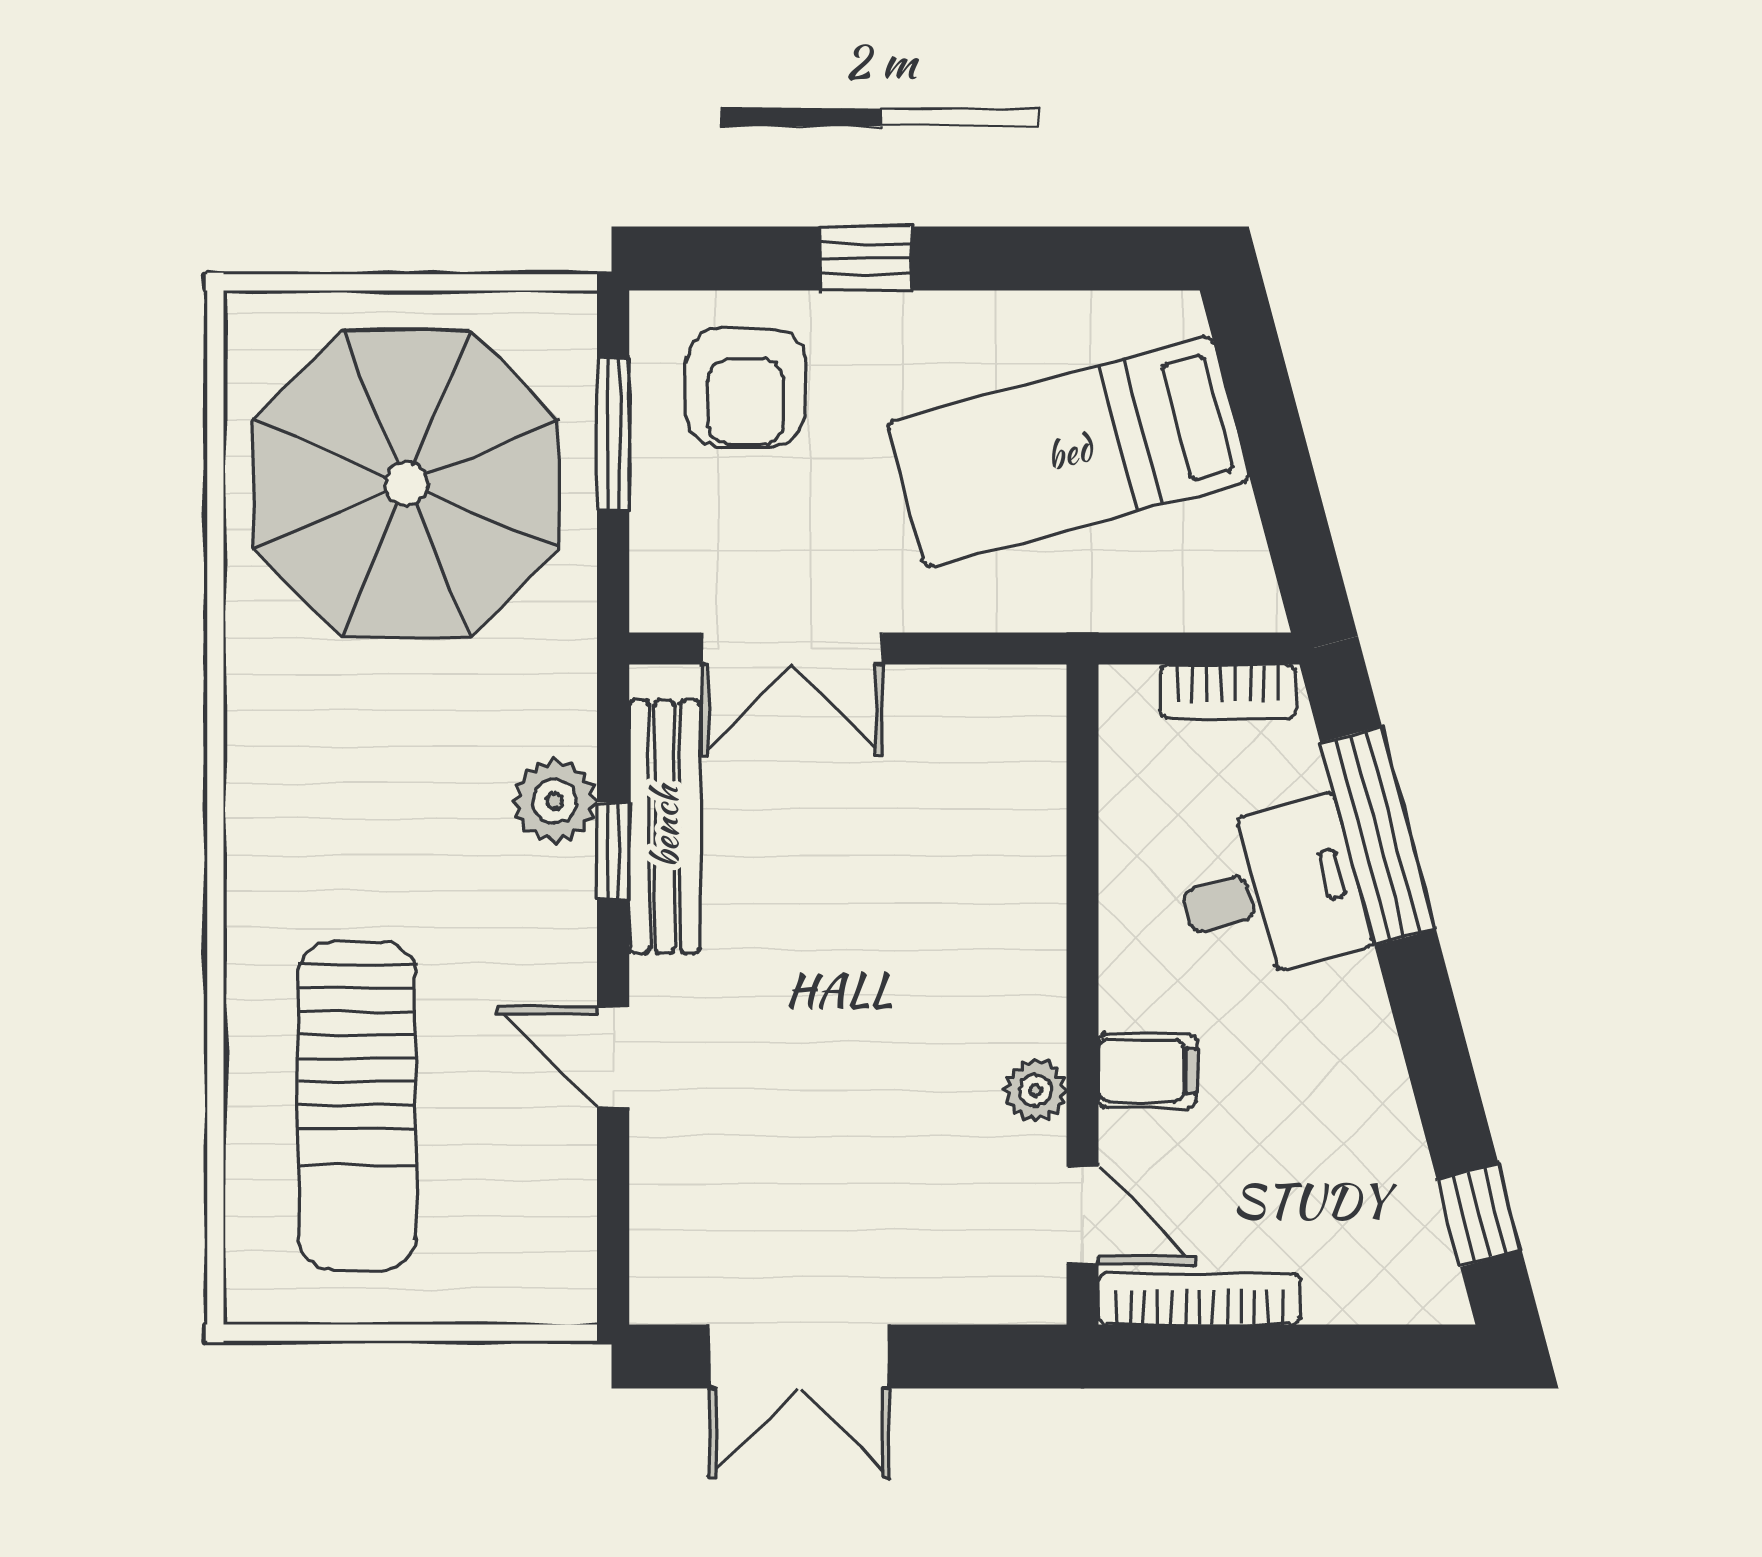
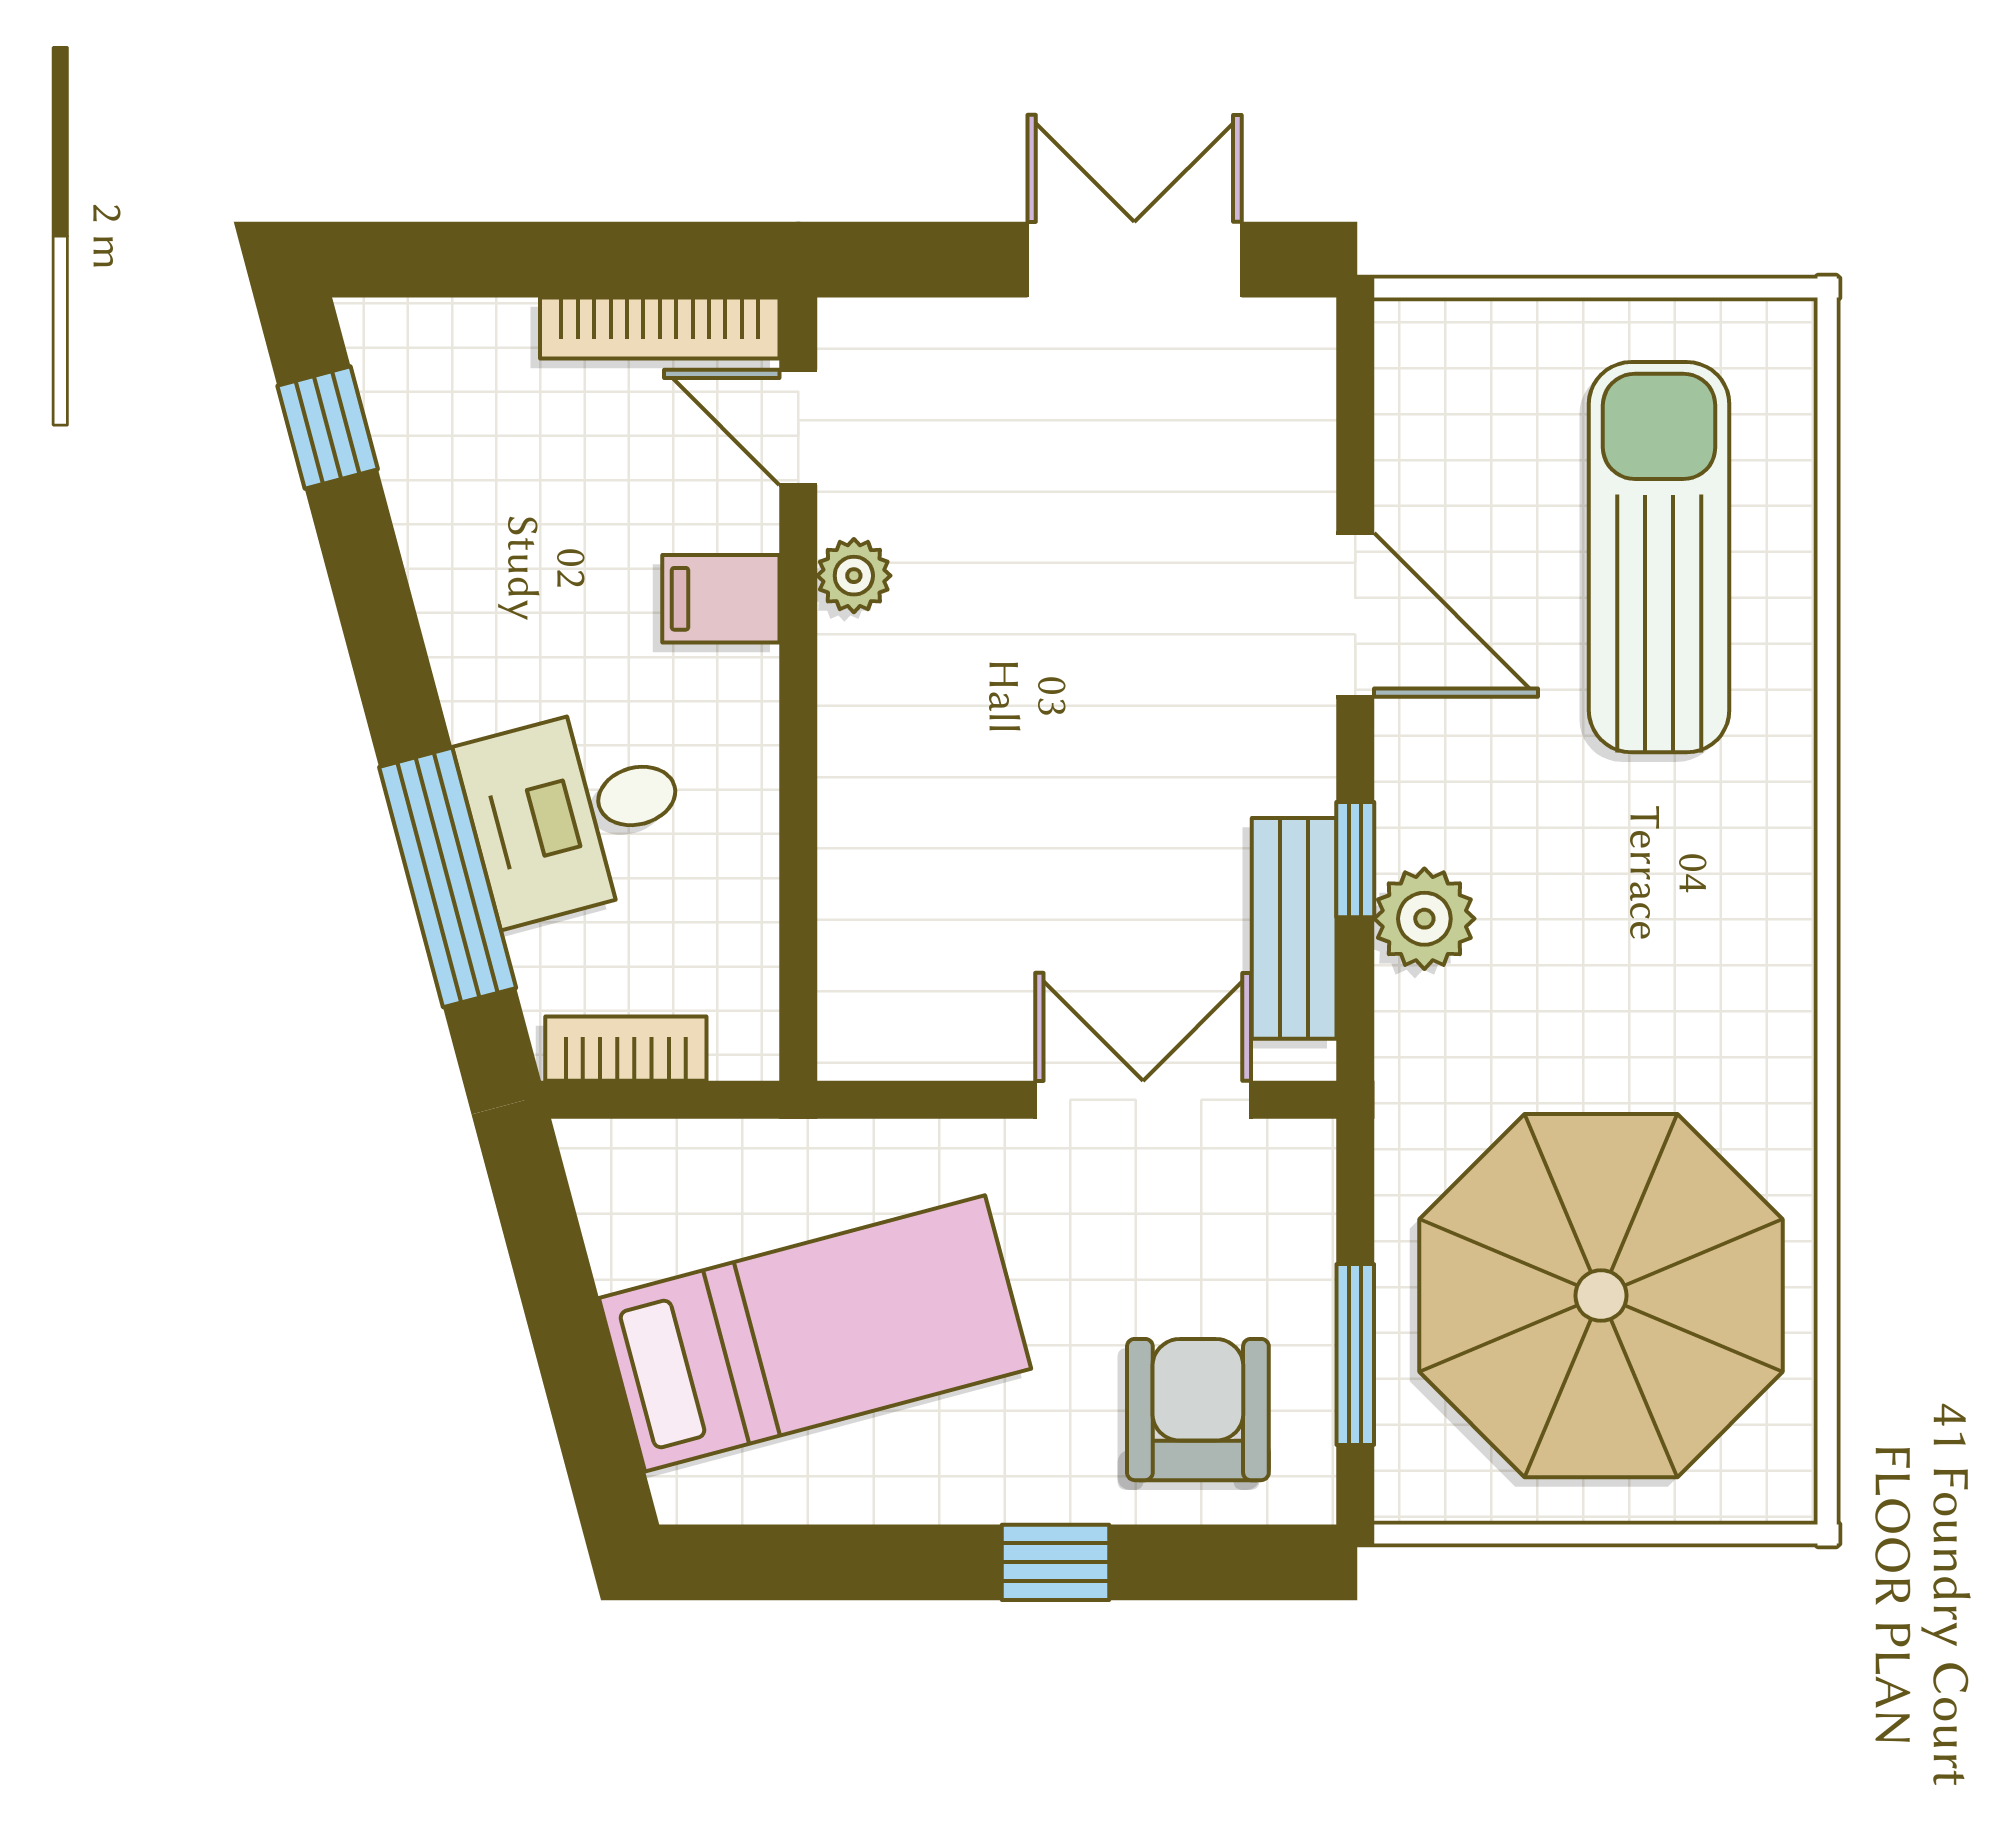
bench: (665, 827) -> (1294, 928), width x0.73
door: (613, 1057) -> (1355, 615), width x1.38

